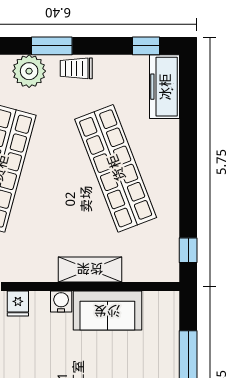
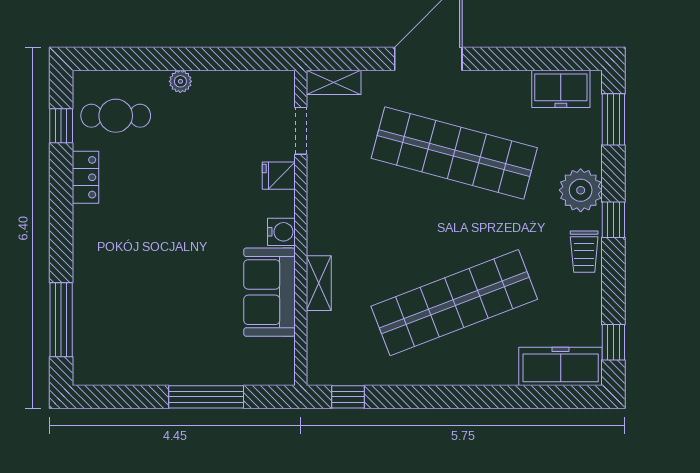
window: (52, 46) -> (613, 220), width x0.67
trolley: (76, 68) -> (584, 252), turned 180
shelving: (90, 269) -> (319, 283), width x0.67, depth x0.75

